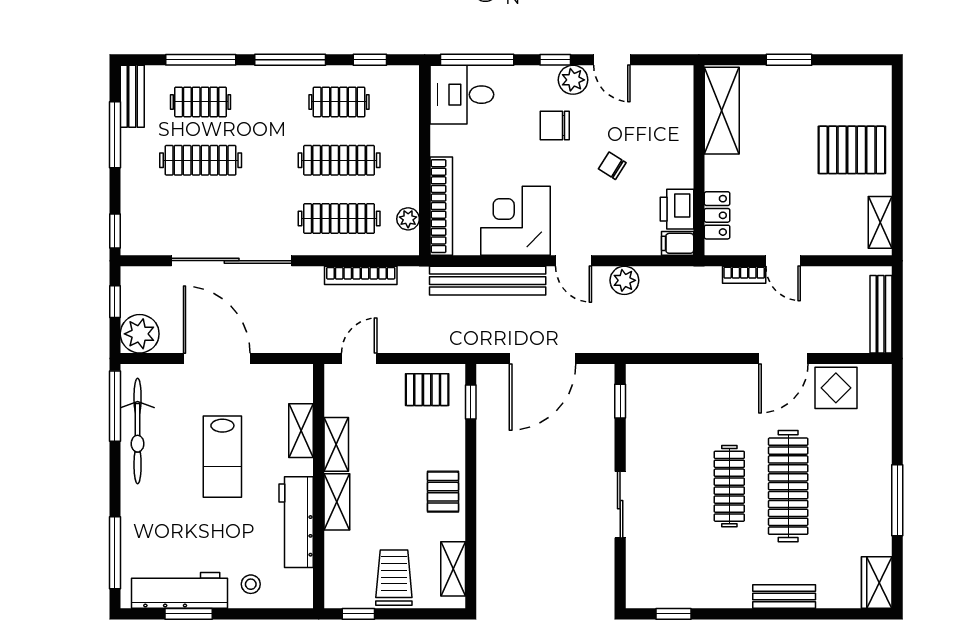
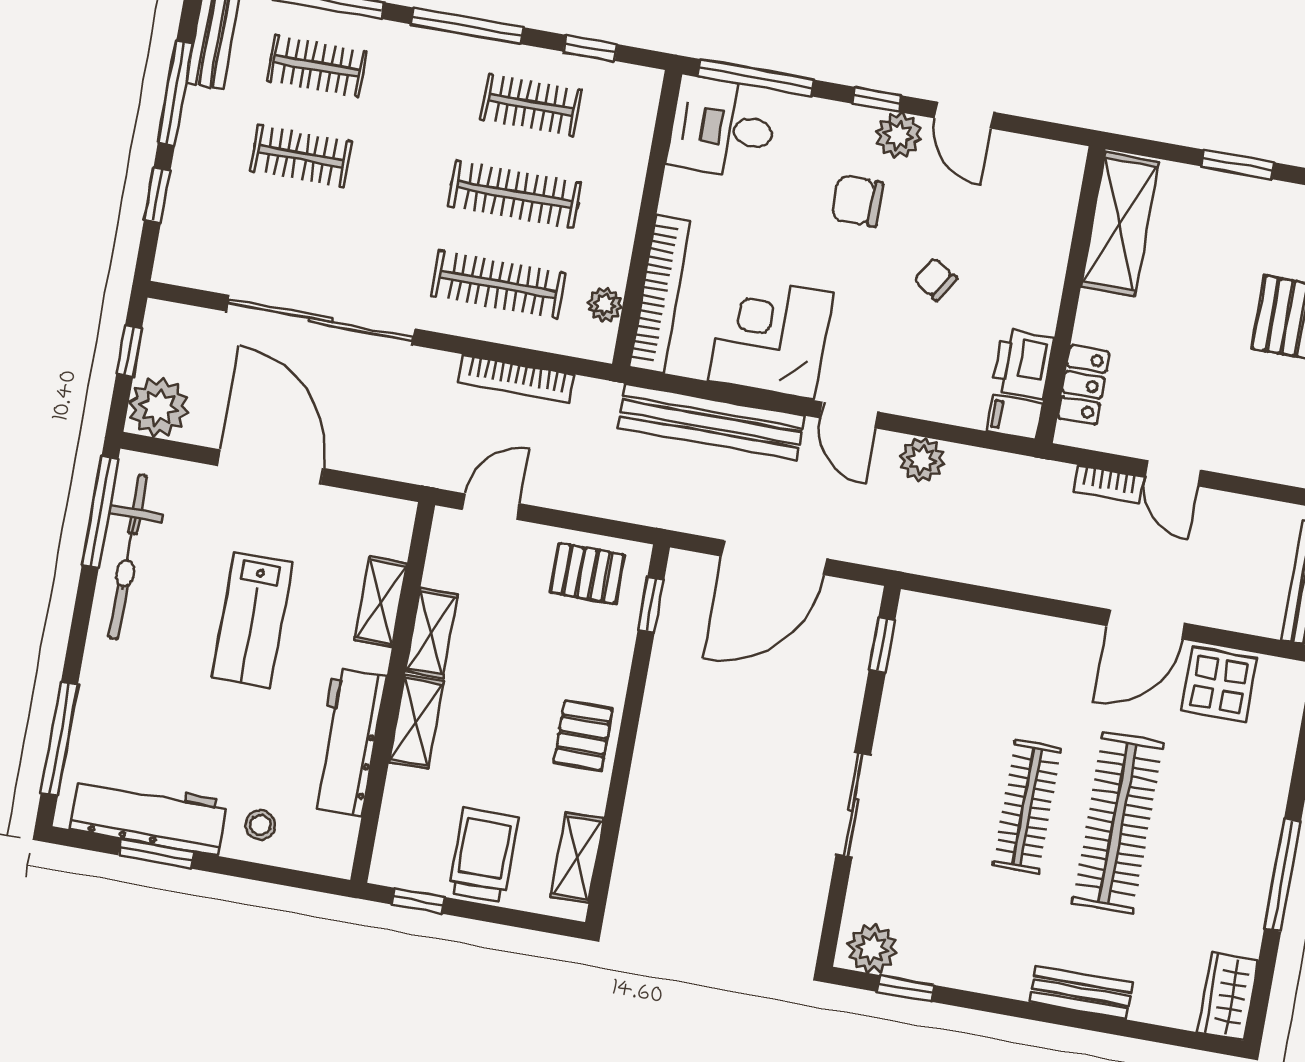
clothes rail: (201, 160) -> (301, 156), width x0.73
window: (115, 231) -> (157, 195), moved
plant: (648, 593) -> (872, 948), added

